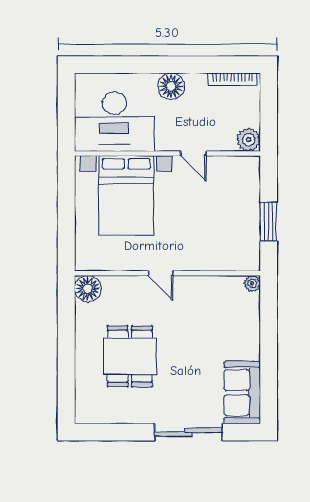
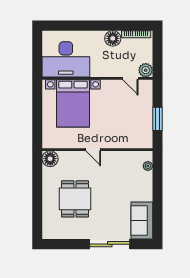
floor lamp: (171, 86) -> (113, 38), moved
door: (193, 153) -> (130, 78), moved
plant: (252, 283) -> (148, 166), moved

